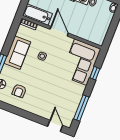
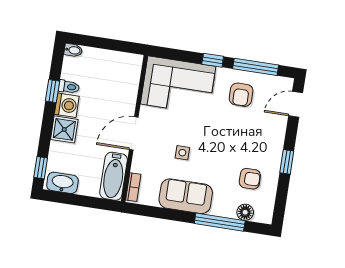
window: (95, 73) -> (213, 60), moved
armchair: (67, 96) -> (241, 95), added
window: (24, 114) -> (287, 162), added

